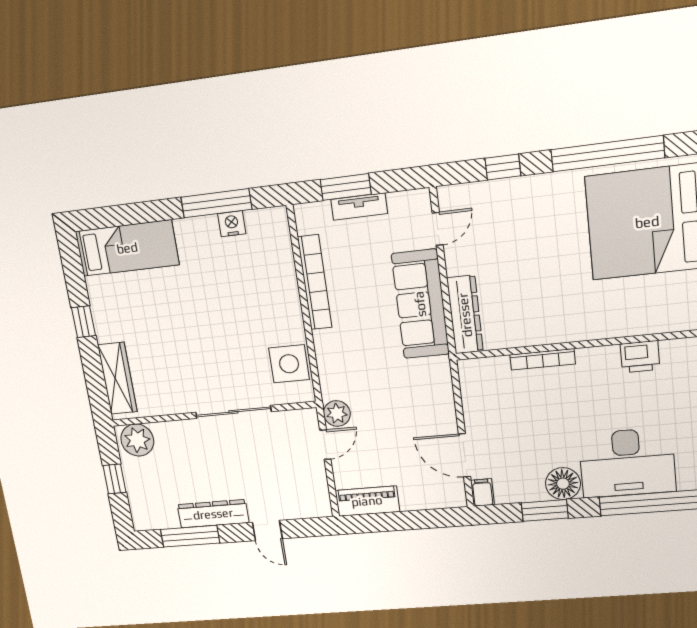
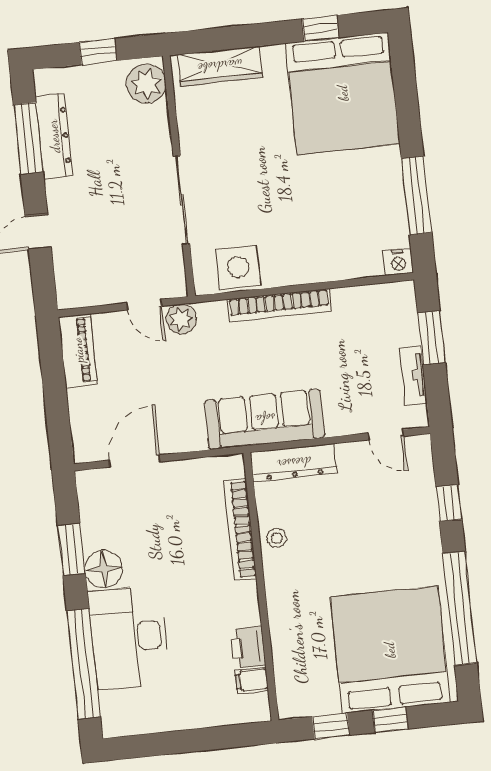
tv unit: (359, 207) -> (413, 376), moved
nightstand: (232, 224) -> (398, 262), moved, turned 90
bed: (127, 248) -> (343, 93), width x2.04
bookcase: (315, 282) -> (279, 305), moved
sofa: (420, 304) -> (265, 419), moved
window: (83, 322) -> (320, 28), moved
stool: (536, 330) -> (277, 538), added
bookcase: (543, 359) -> (240, 529), width x1.48, depth x1.31
filing cabinet: (482, 492) -> (252, 680), moved, turned 180
dresser: (213, 514) -> (54, 136), moved

